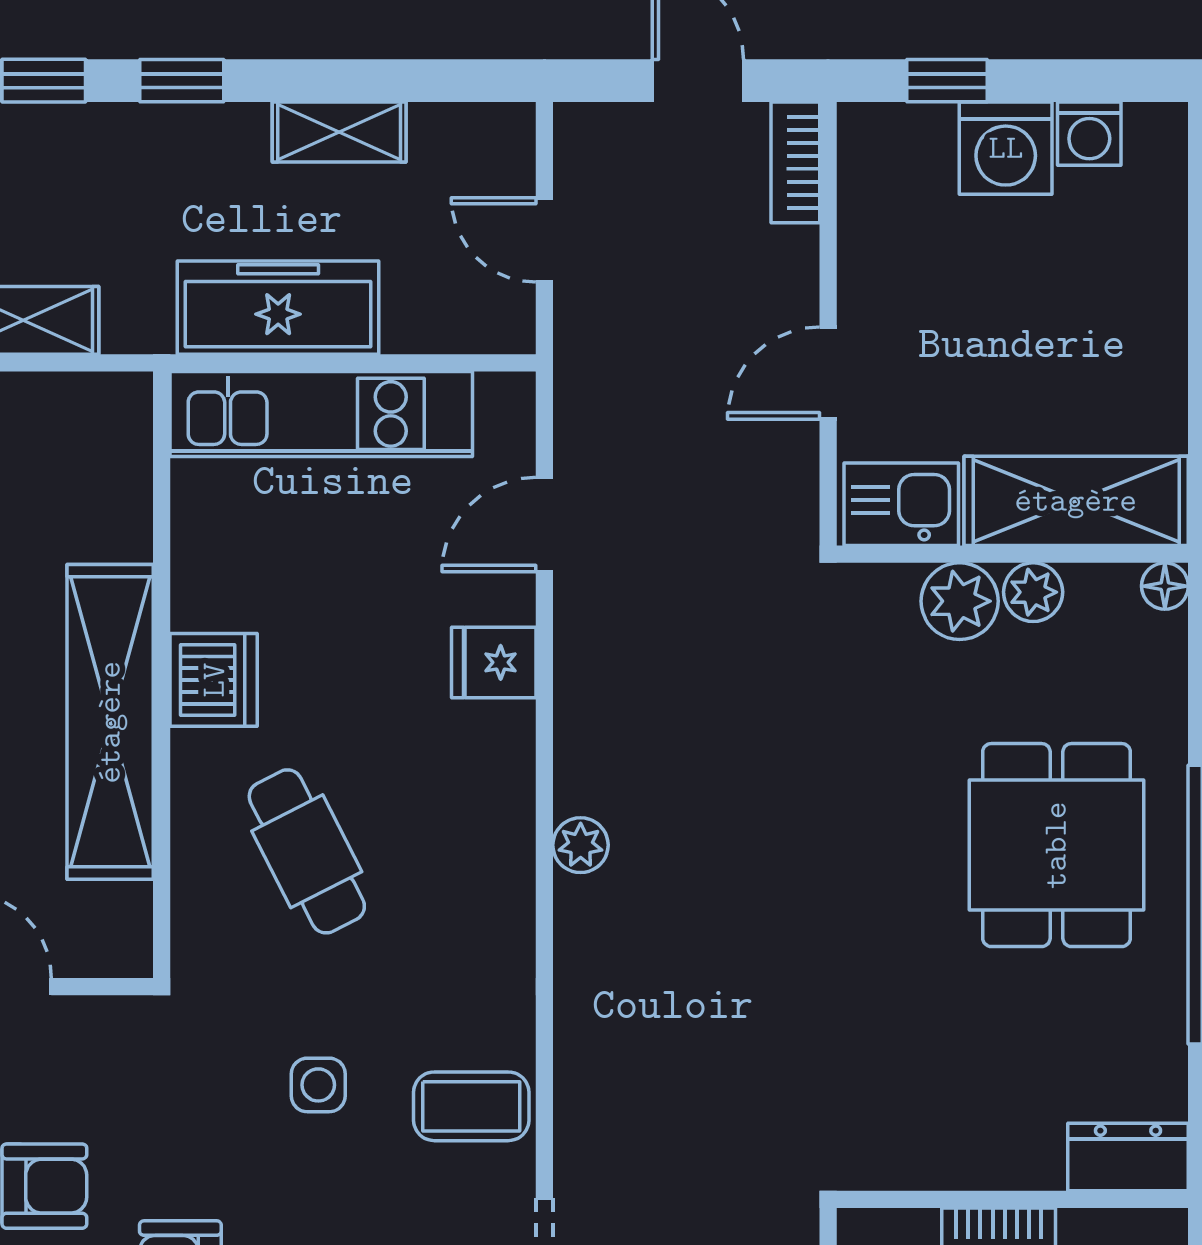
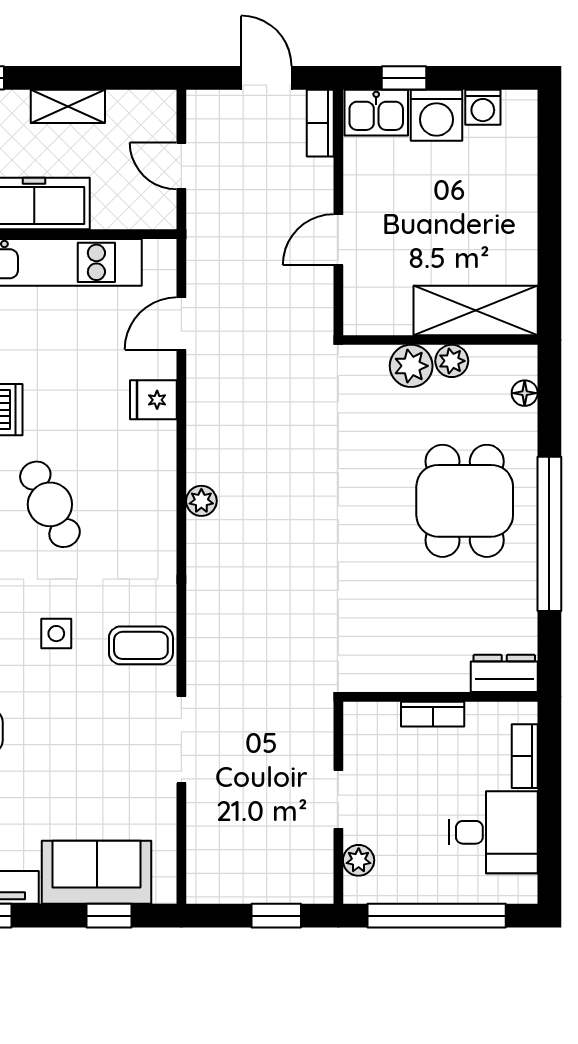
kitchen sink: (901, 504) -> (376, 113), moved, turned 180
floor lamp: (1165, 586) -> (525, 393), moved

